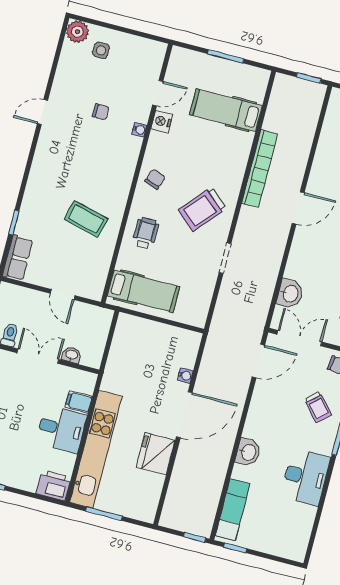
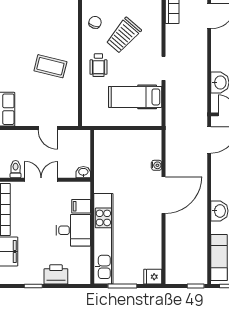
trolley: (202, 209) -> (123, 35), moved
wheelchair: (146, 233) -> (98, 65), turned 180
hospital bed: (144, 291) -> (135, 97), moved, turned 180
washbasin: (72, 355) -> (83, 172), moved
fridge: (156, 454) -> (153, 277), moved, width x0.53, depth x0.75
printer: (54, 485) -> (56, 274), moved

